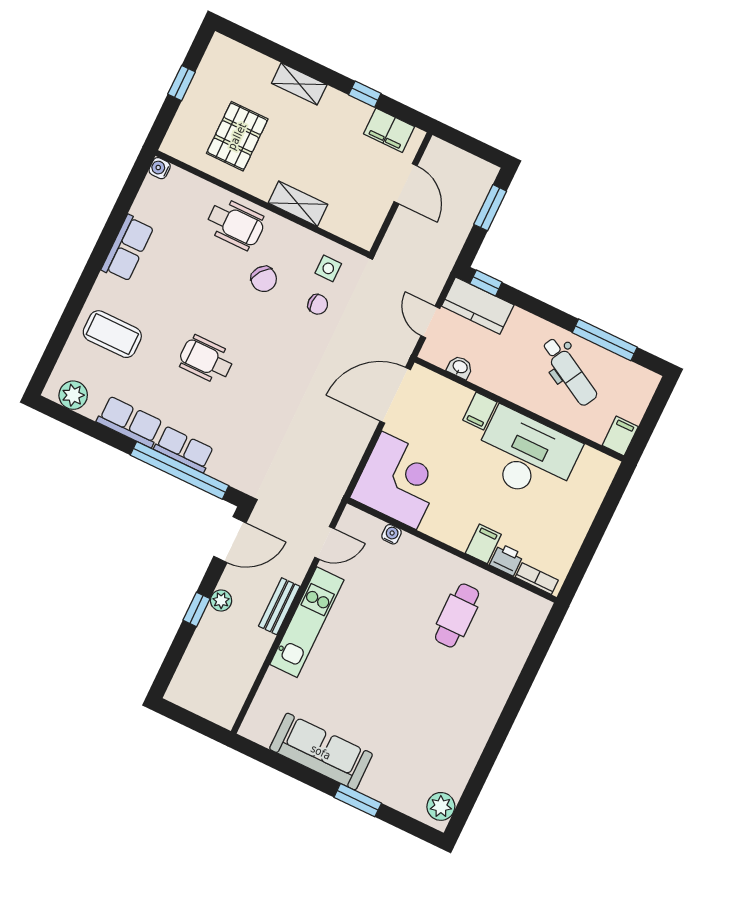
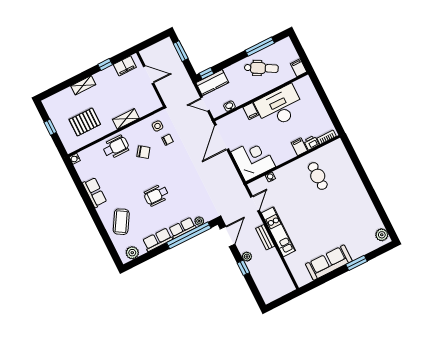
pallet: (237, 136) -> (85, 122), turned 90
coffee table: (112, 334) -> (121, 222), turned -59
plant: (219, 469) -> (199, 221), added

